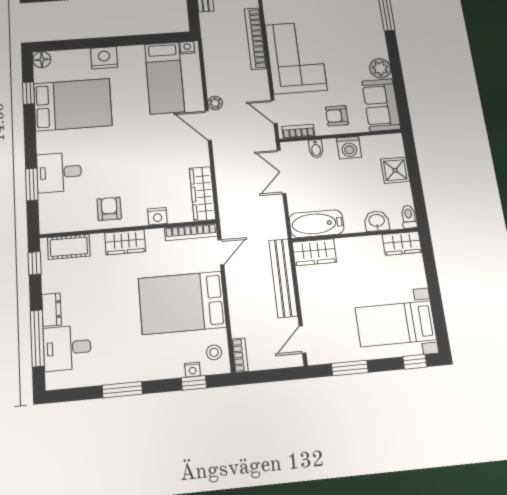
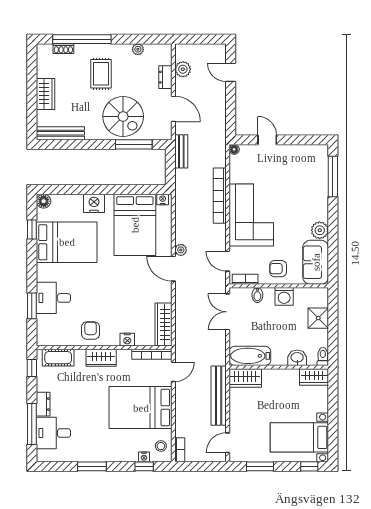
bed: (165, 78) -> (135, 225), width x1.50

